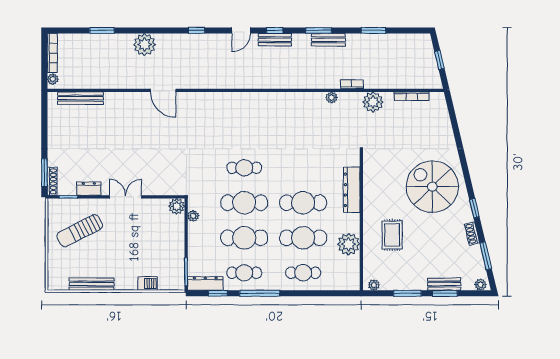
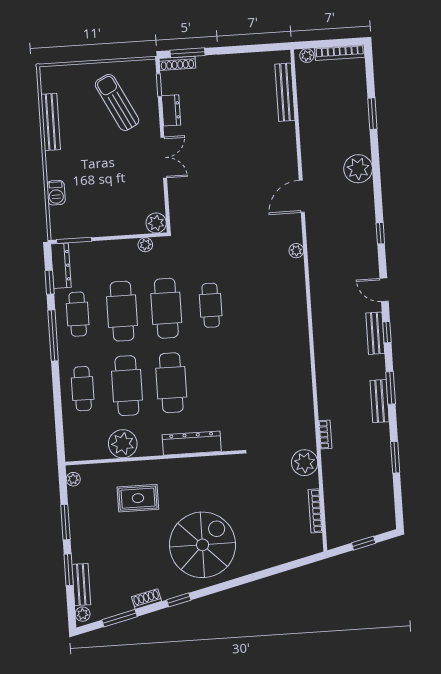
plant: (332, 97) -> (296, 251), moved
bench: (444, 284) -> (81, 585), moved

